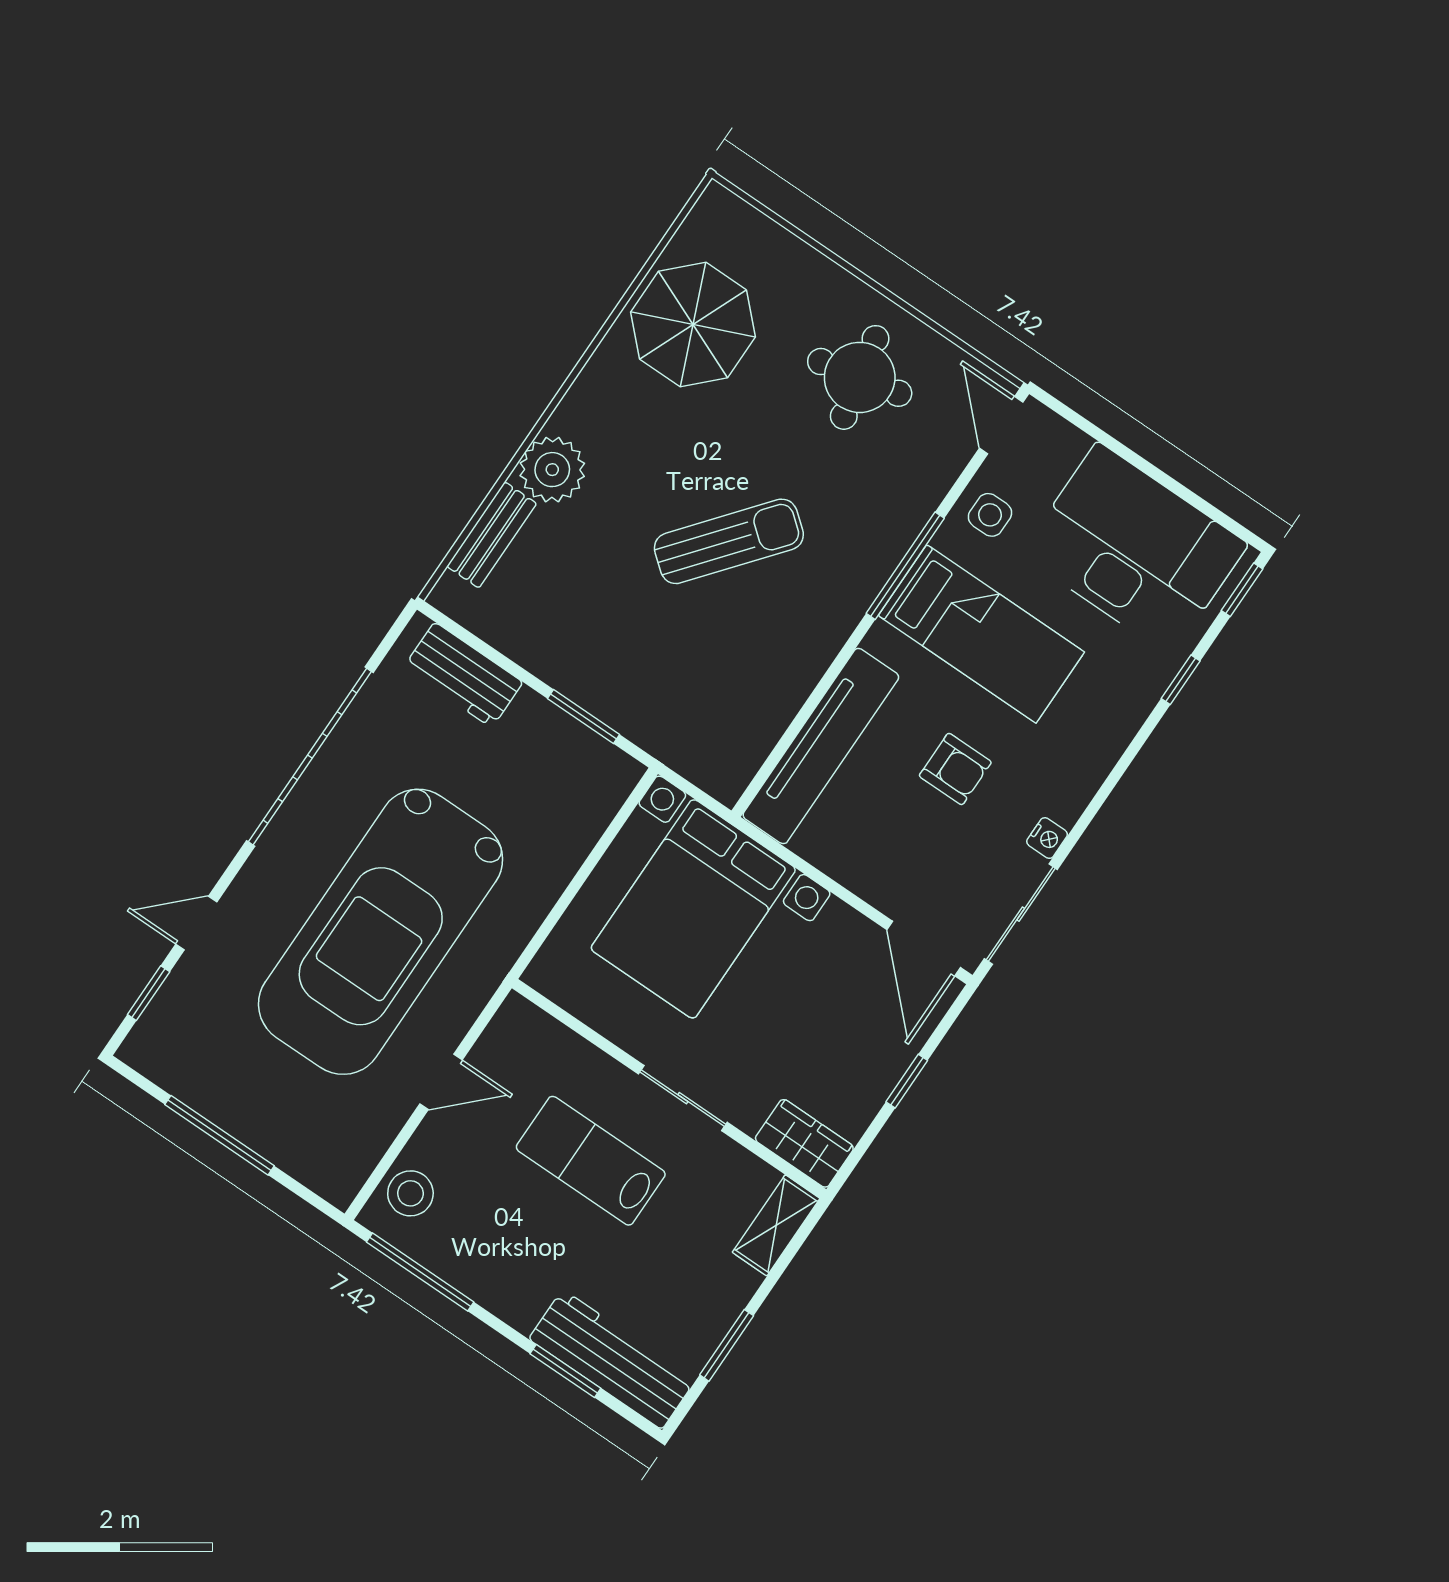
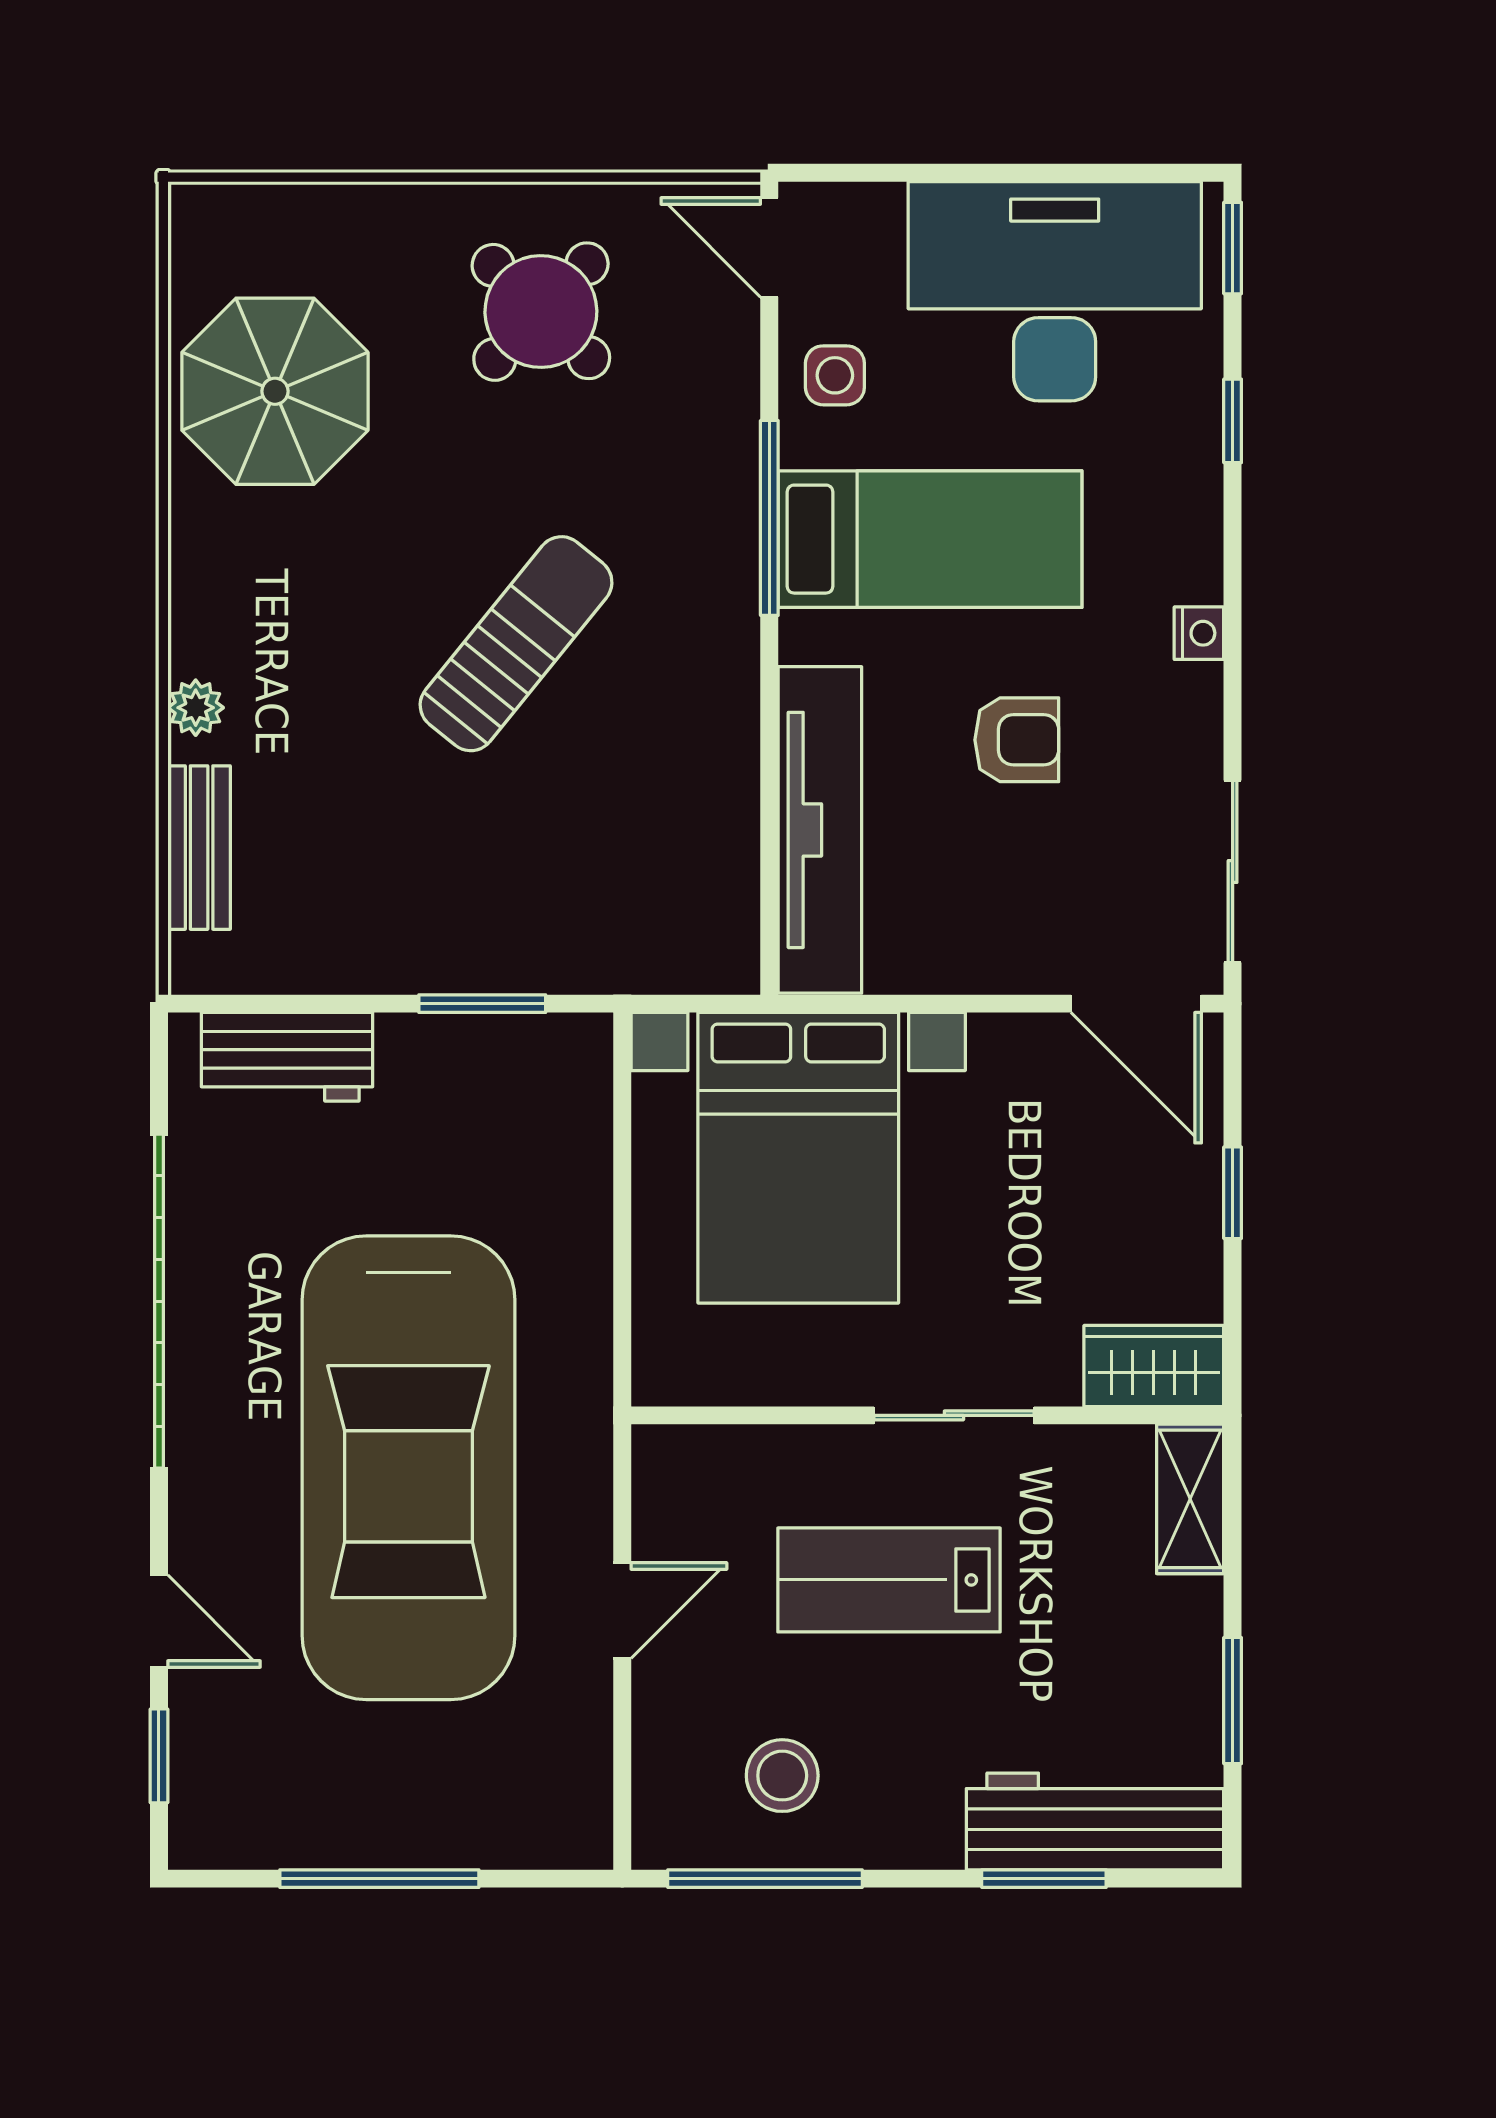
round table: (860, 377) -> (541, 312), turned -34
plant: (552, 470) -> (196, 708), width x0.53, depth x0.53
nightstand: (1047, 838) -> (1199, 633), moved
door: (196, 923) -> (159, 1621), swing flipped
stool: (410, 1193) -> (782, 1776), moved

